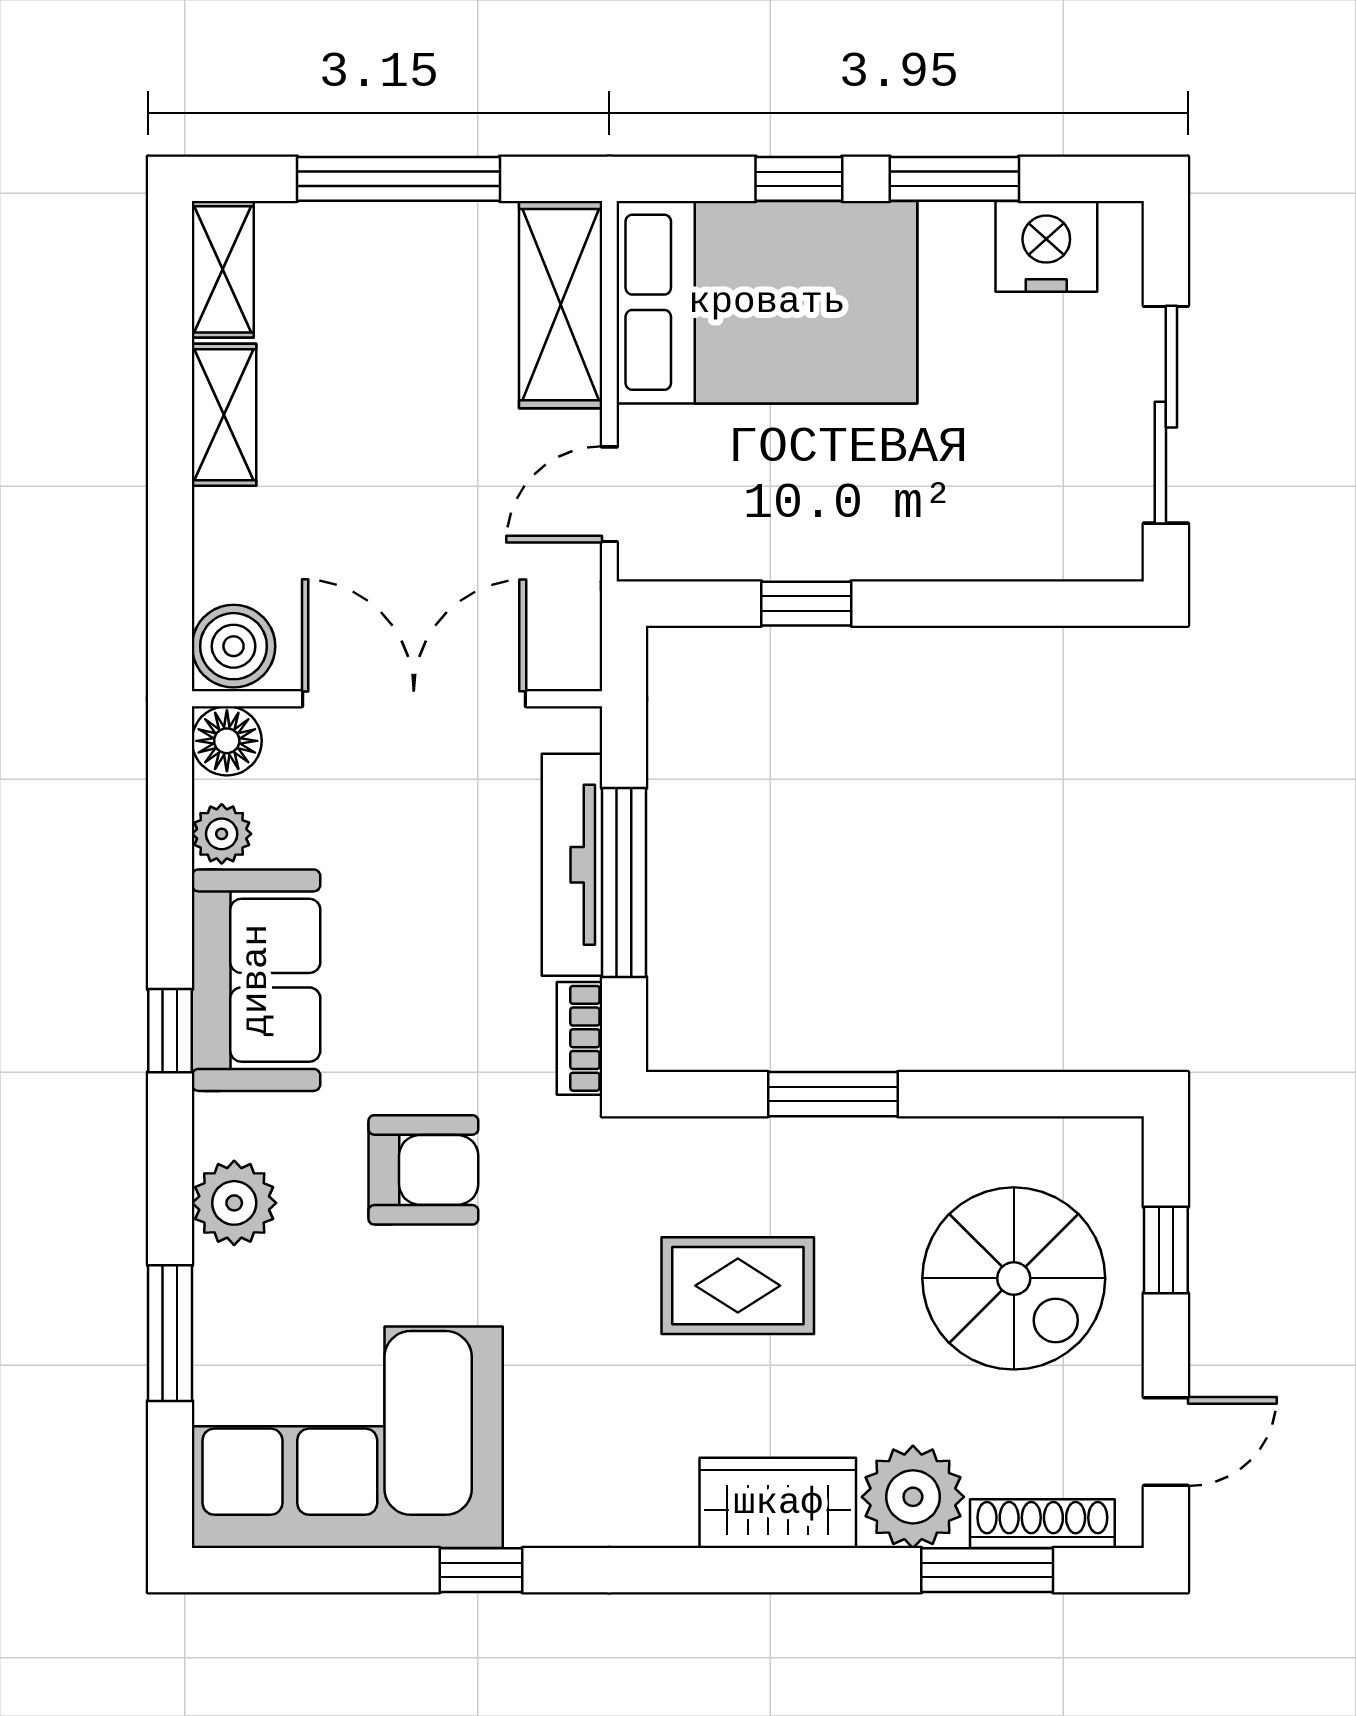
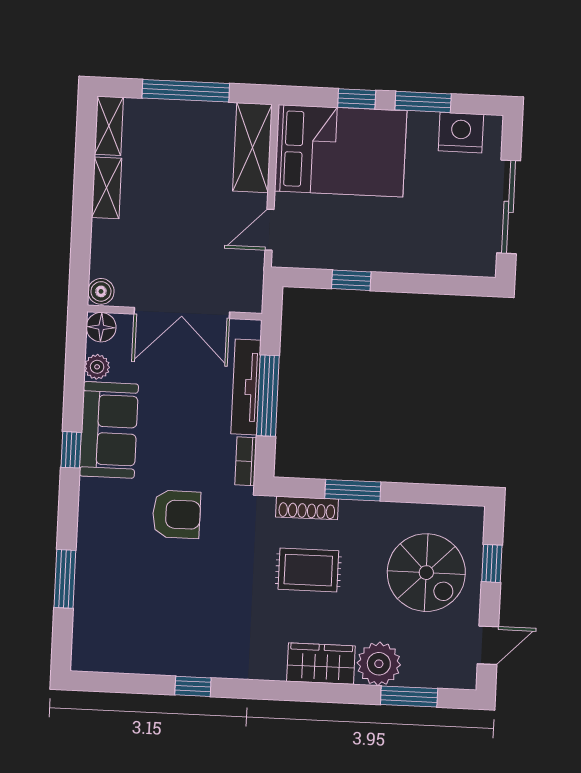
boiler: (234, 646) -> (101, 291), width x0.73, depth x0.73
double door: (414, 699) -> (182, 313), swing flipped
plant: (234, 1203) -> (95, 525), removed
corner sofa: (347, 1437) -> (139, 627), removed
shoe rack: (1042, 1524) -> (307, 508), moved, turned 180

